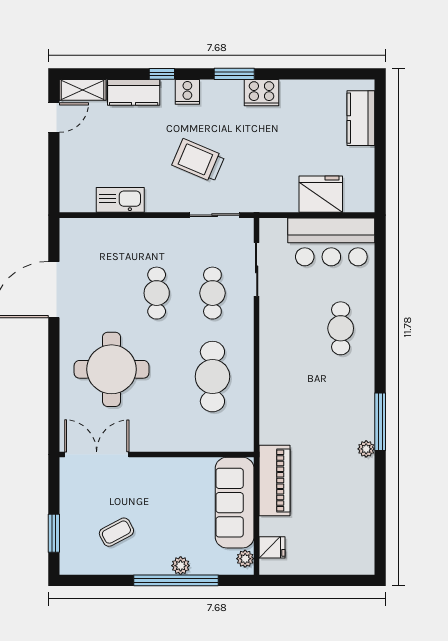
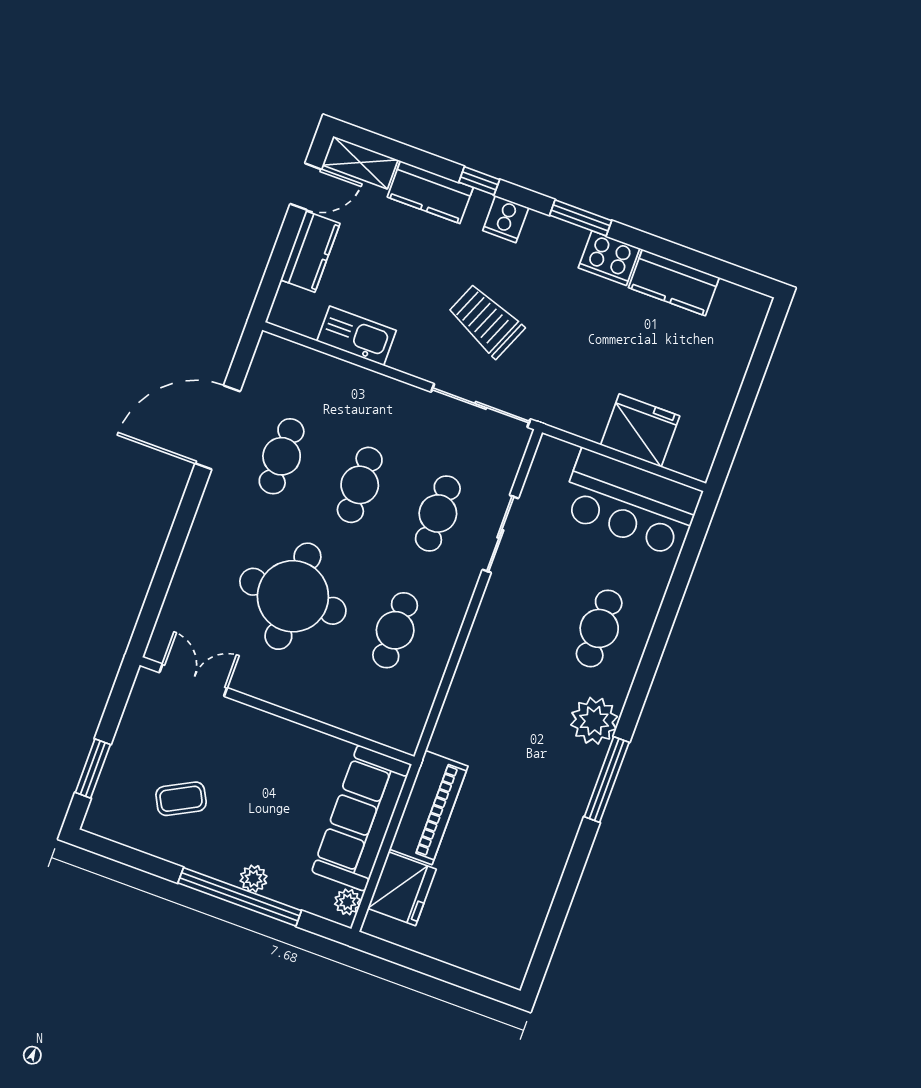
kitchen counter: (361, 118) -> (674, 283), moved, turned -90
kitchen counter: (72, 158) -> (310, 252), added
sliding door: (215, 215) -> (481, 405), width x1.37
sliding door: (257, 269) -> (500, 534), moved
cafe table: (101, 293) -> (282, 456), added
round table: (112, 369) -> (293, 596), moved
cafe table: (212, 377) -> (395, 630), width x0.73, depth x0.74
plant: (366, 449) -> (594, 721), moved, width x1.87, depth x1.87
double door: (97, 454) -> (193, 680), width x0.73
fridge: (272, 547) -> (402, 889), width x1.88, depth x1.34

